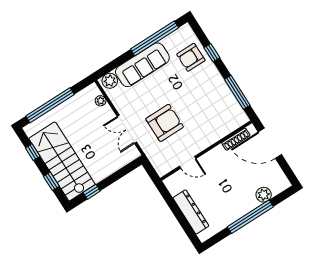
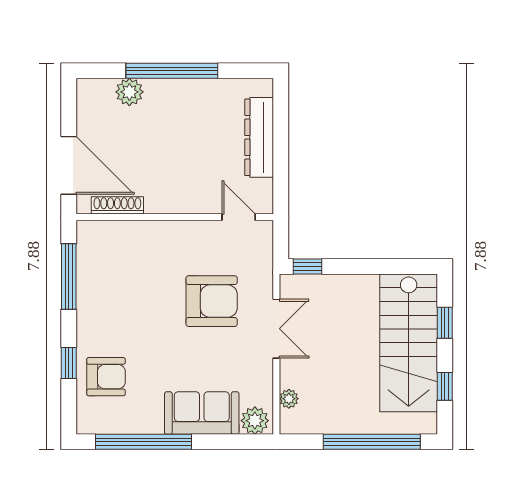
sofa: (142, 65) -> (202, 413), width x0.73
armchair: (165, 123) -> (212, 301), turned 180
door: (188, 162) -> (239, 217), moved
window: (92, 192) -> (307, 267), moved

